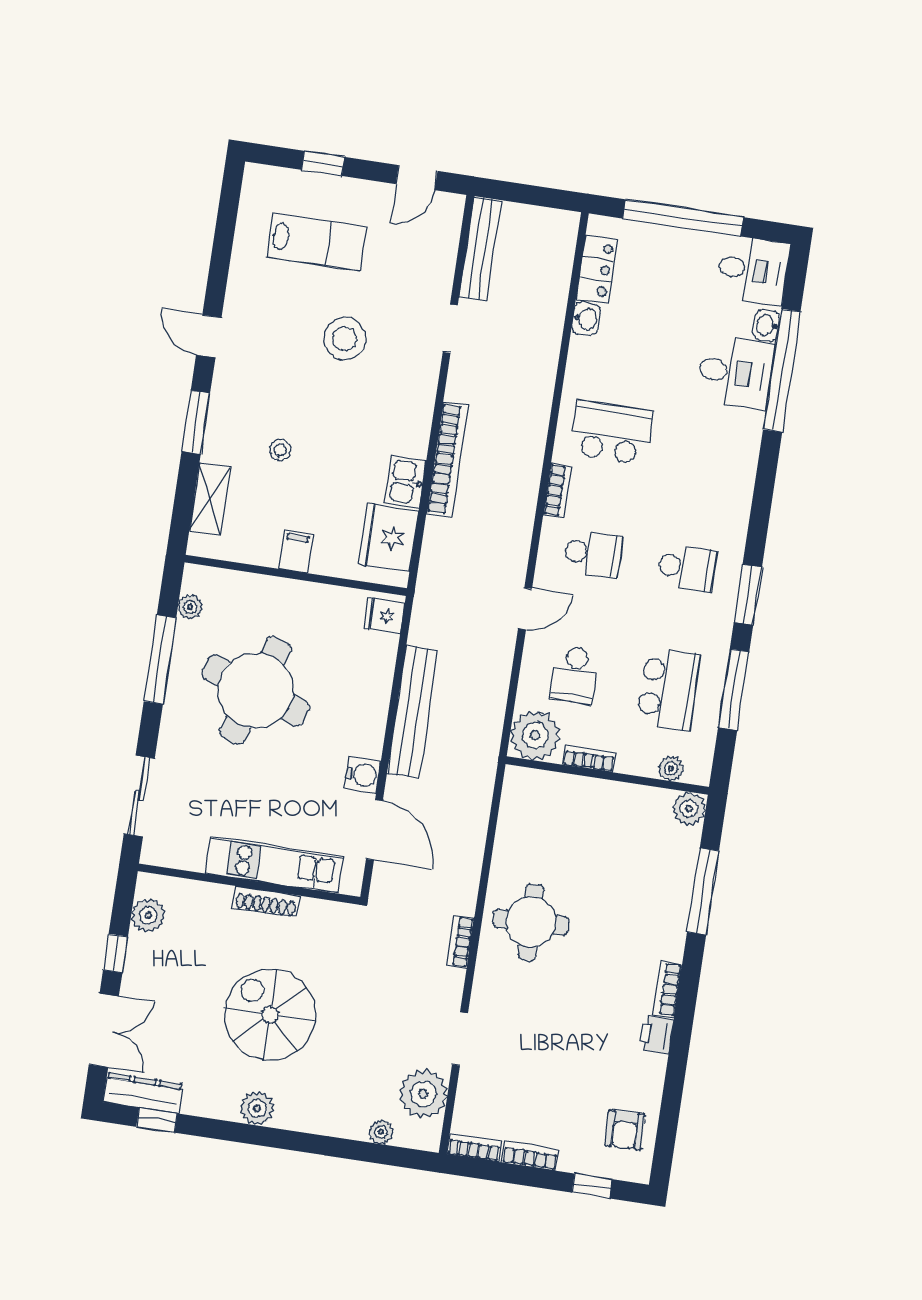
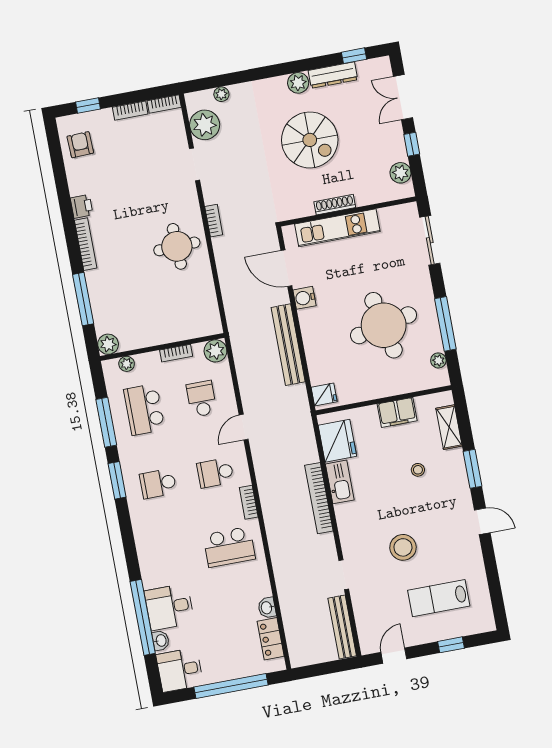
kitchen sink: (405, 482) -> (340, 482), width x1.38
filing cabinet: (296, 552) -> (397, 412), width x2.00
round table: (256, 690) -> (384, 325), turned -31
plant: (535, 735) -> (215, 351), width x0.73, depth x0.73
bookcase: (668, 989) -> (86, 244), width x1.56
dresser: (143, 1093) -> (333, 75), moved

